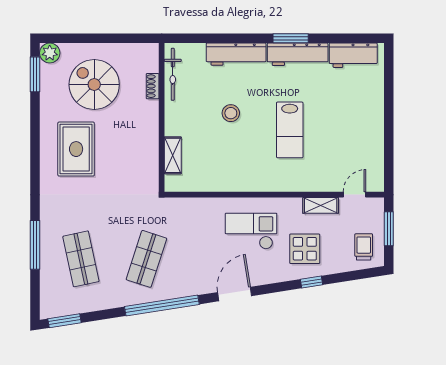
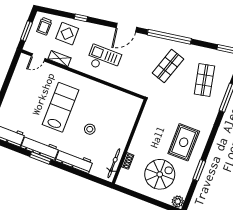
window: (35, 74) -> (199, 170), moved
spiral stairs: (94, 85) -> (160, 174), turned -90
lab bench: (290, 130) -> (61, 107), width x1.36, depth x1.39
shelving: (173, 155) -> (131, 118), removed
checkout: (251, 231) -> (104, 59), turned 180
display table: (305, 249) -> (67, 34), moved

